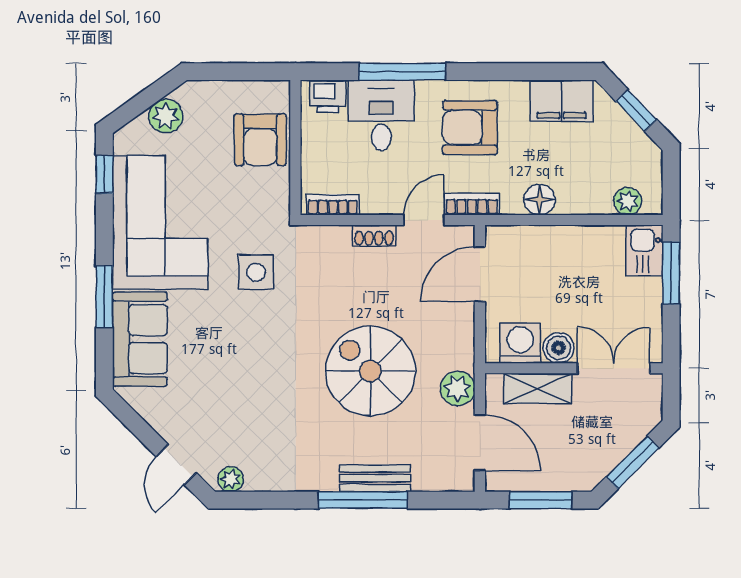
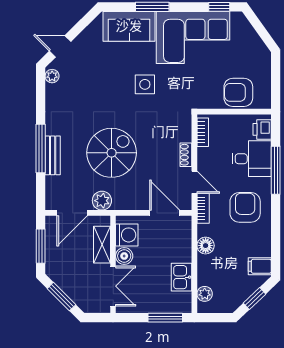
filing cabinet: (562, 101) -> (260, 266), width x0.50
plant: (166, 116) -> (251, 40), removed
kitchen sink: (644, 250) -> (181, 277), moved, turned -90
side table: (256, 272) -> (145, 84), moved

